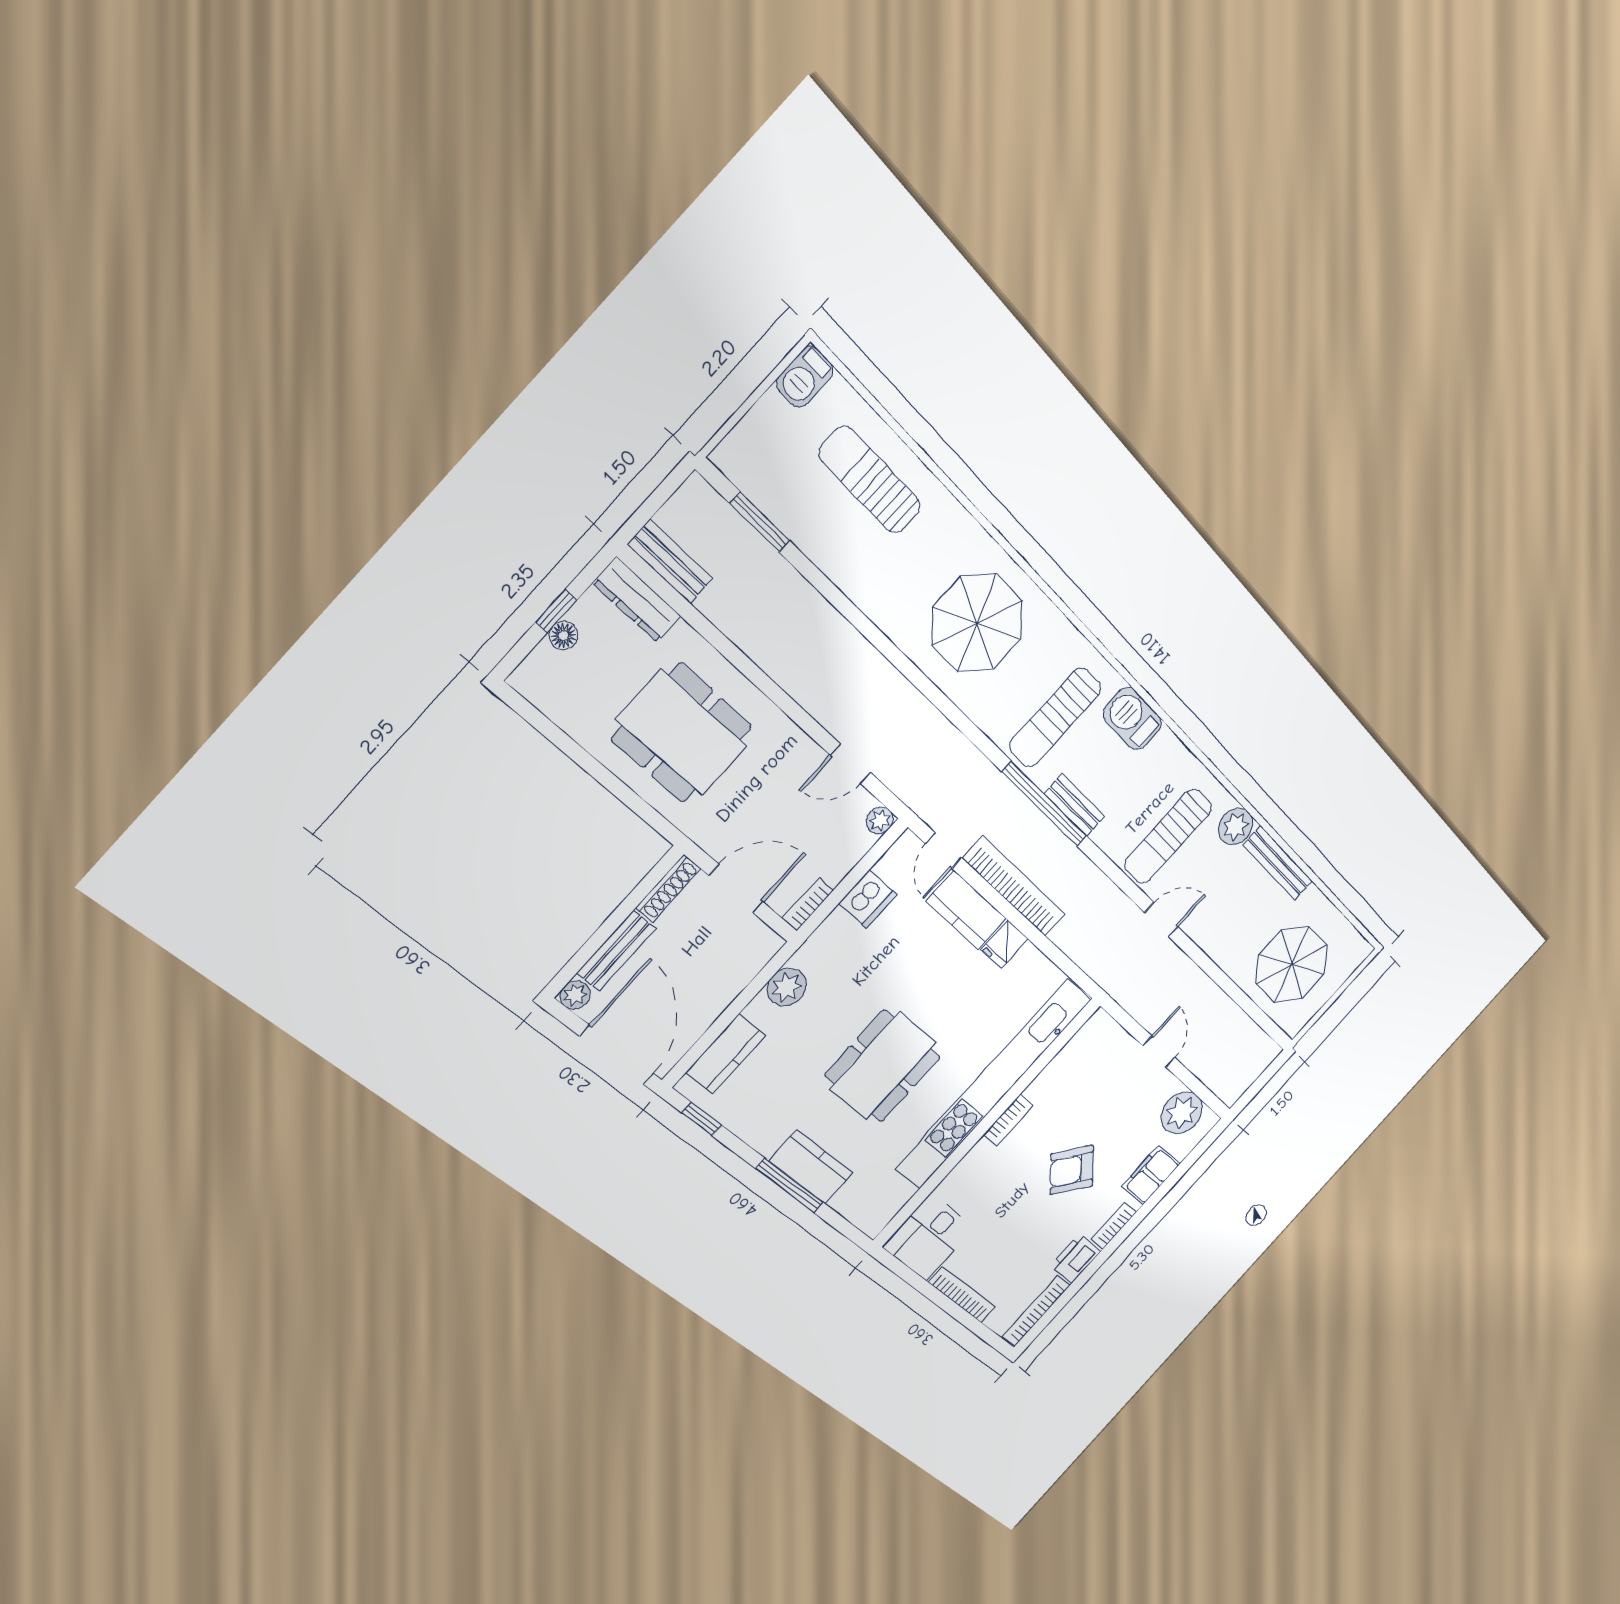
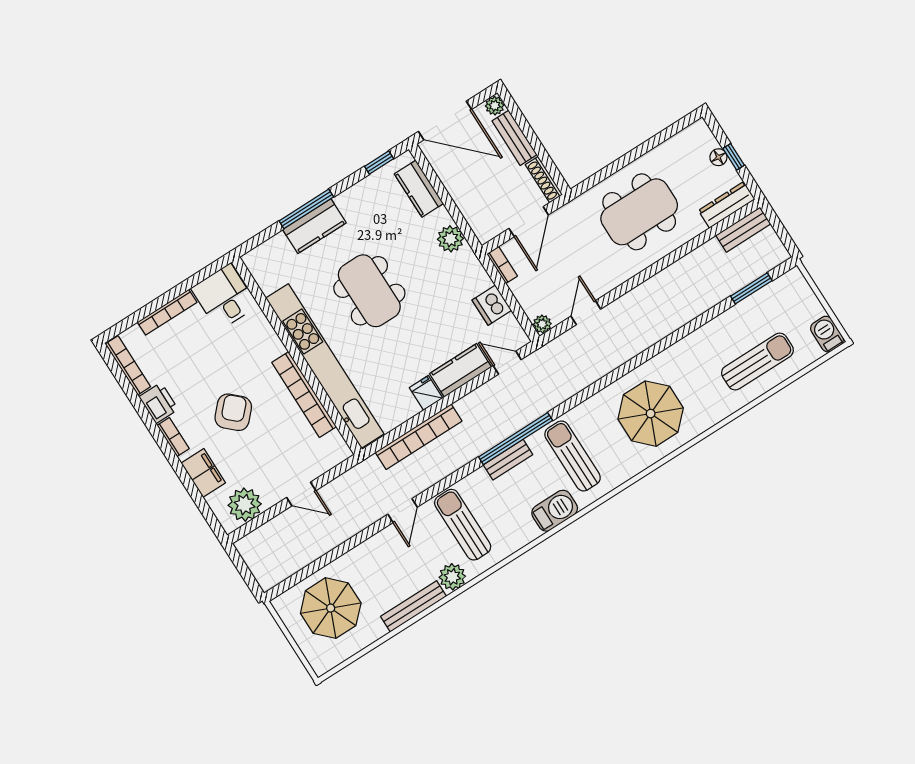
bookcase: (1014, 886) -> (419, 437), moved
bookcase: (1008, 1120) -> (304, 395), width x2.31, depth x1.31

